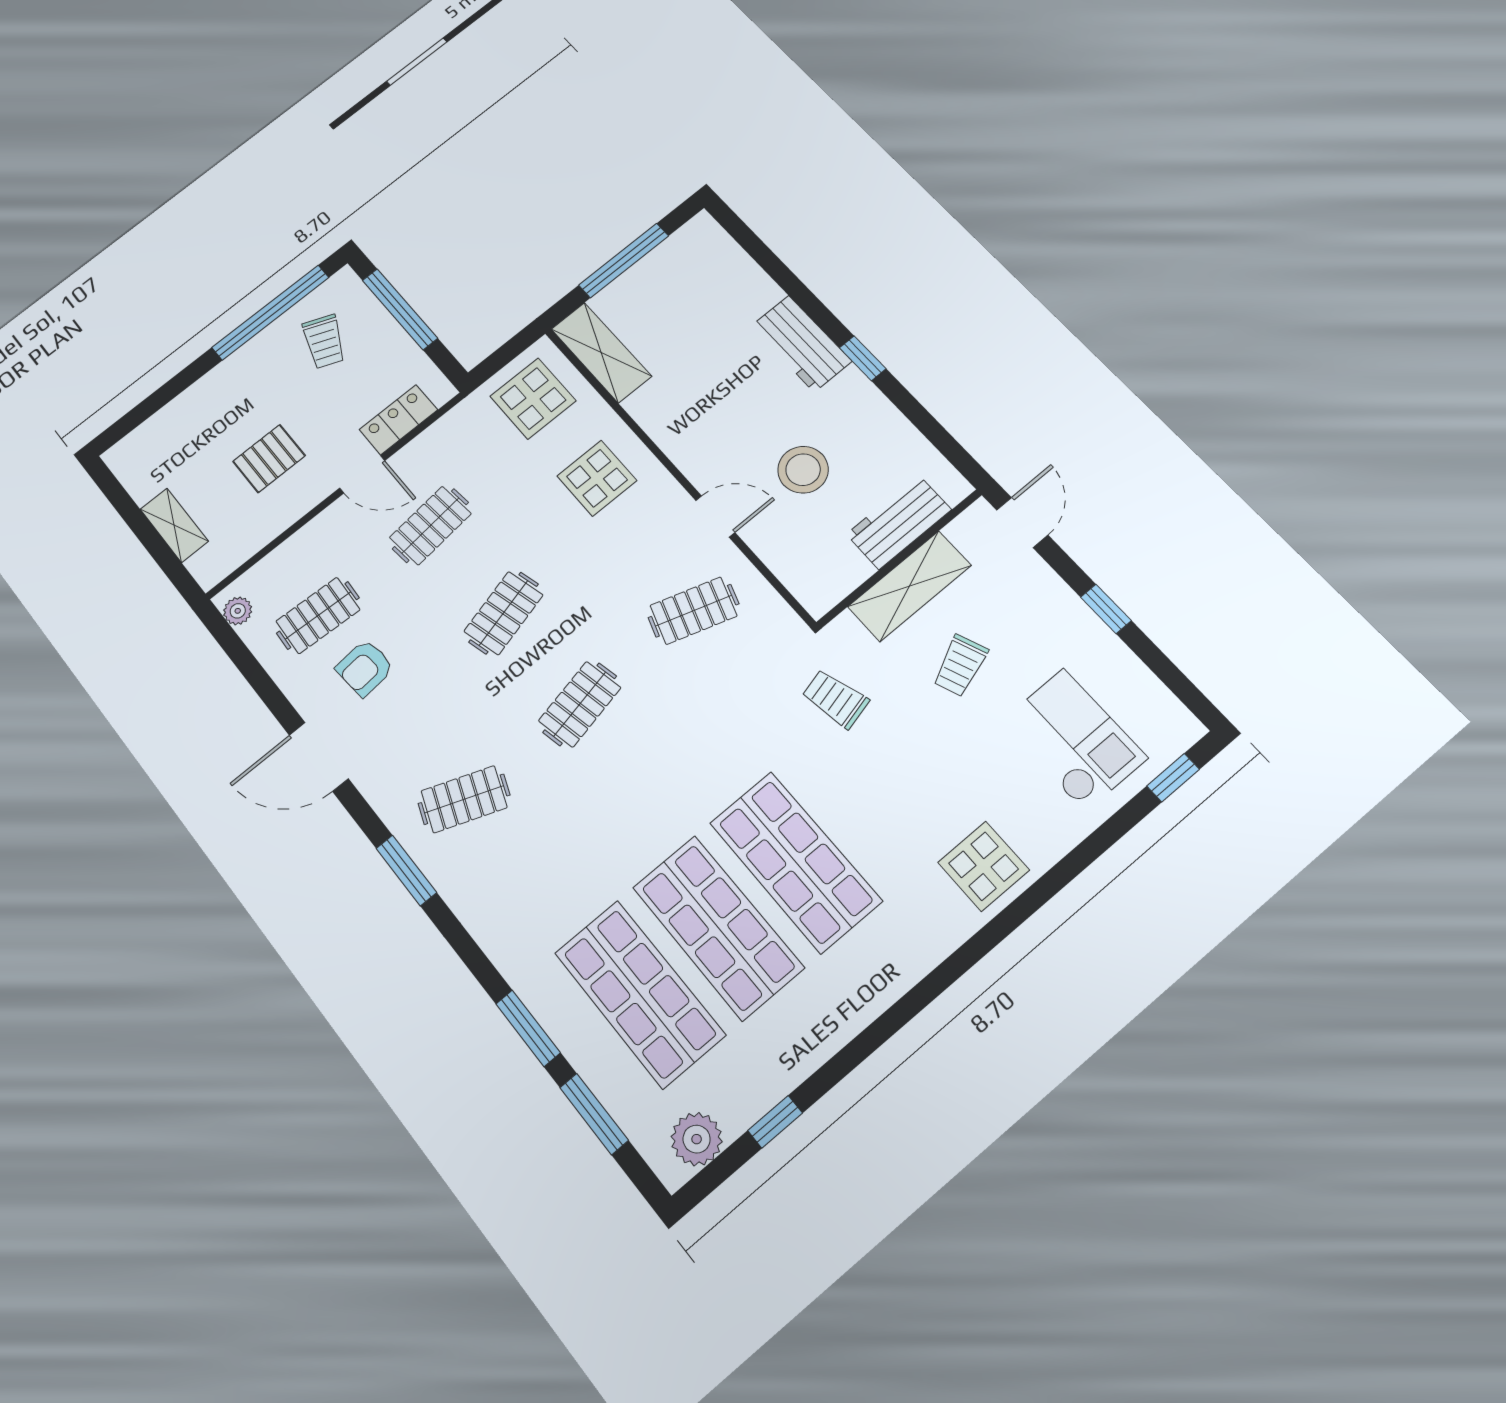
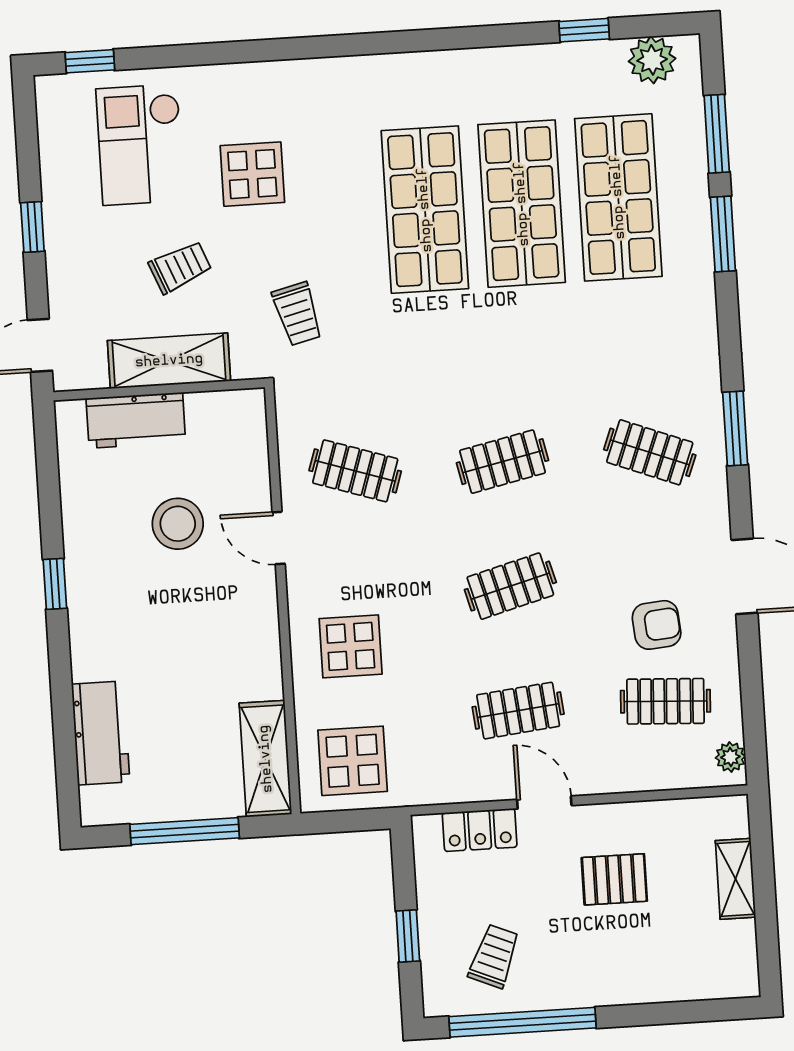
window: (400, 309) -> (408, 936), width x0.46
workbench: (801, 344) -> (101, 733), moved
display table: (984, 866) -> (252, 174), moved

